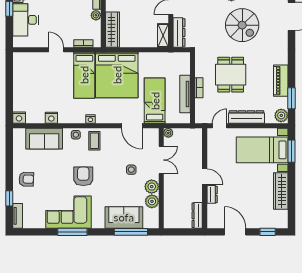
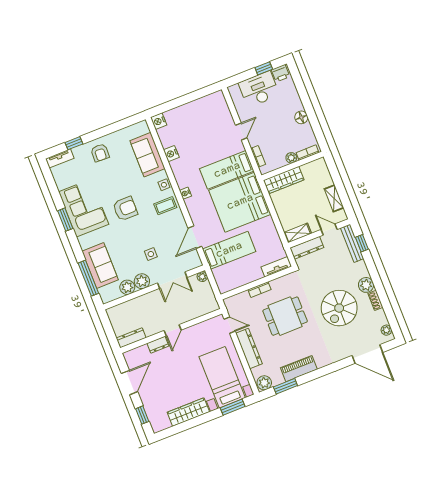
tv unit: (185, 94) -> (276, 267), moved, width x0.71
window: (72, 232) -> (65, 220), width x0.69

